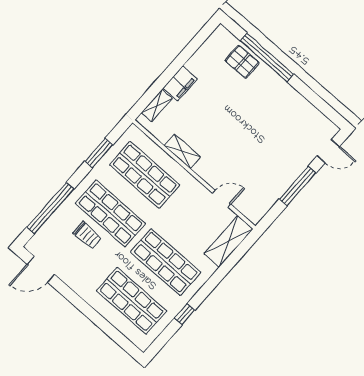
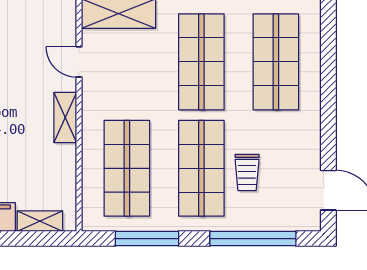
shelving: (182, 151) -> (65, 117), moved
window: (99, 153) -> (147, 239), width x1.44
trolley: (87, 235) -> (247, 173), turned 180

